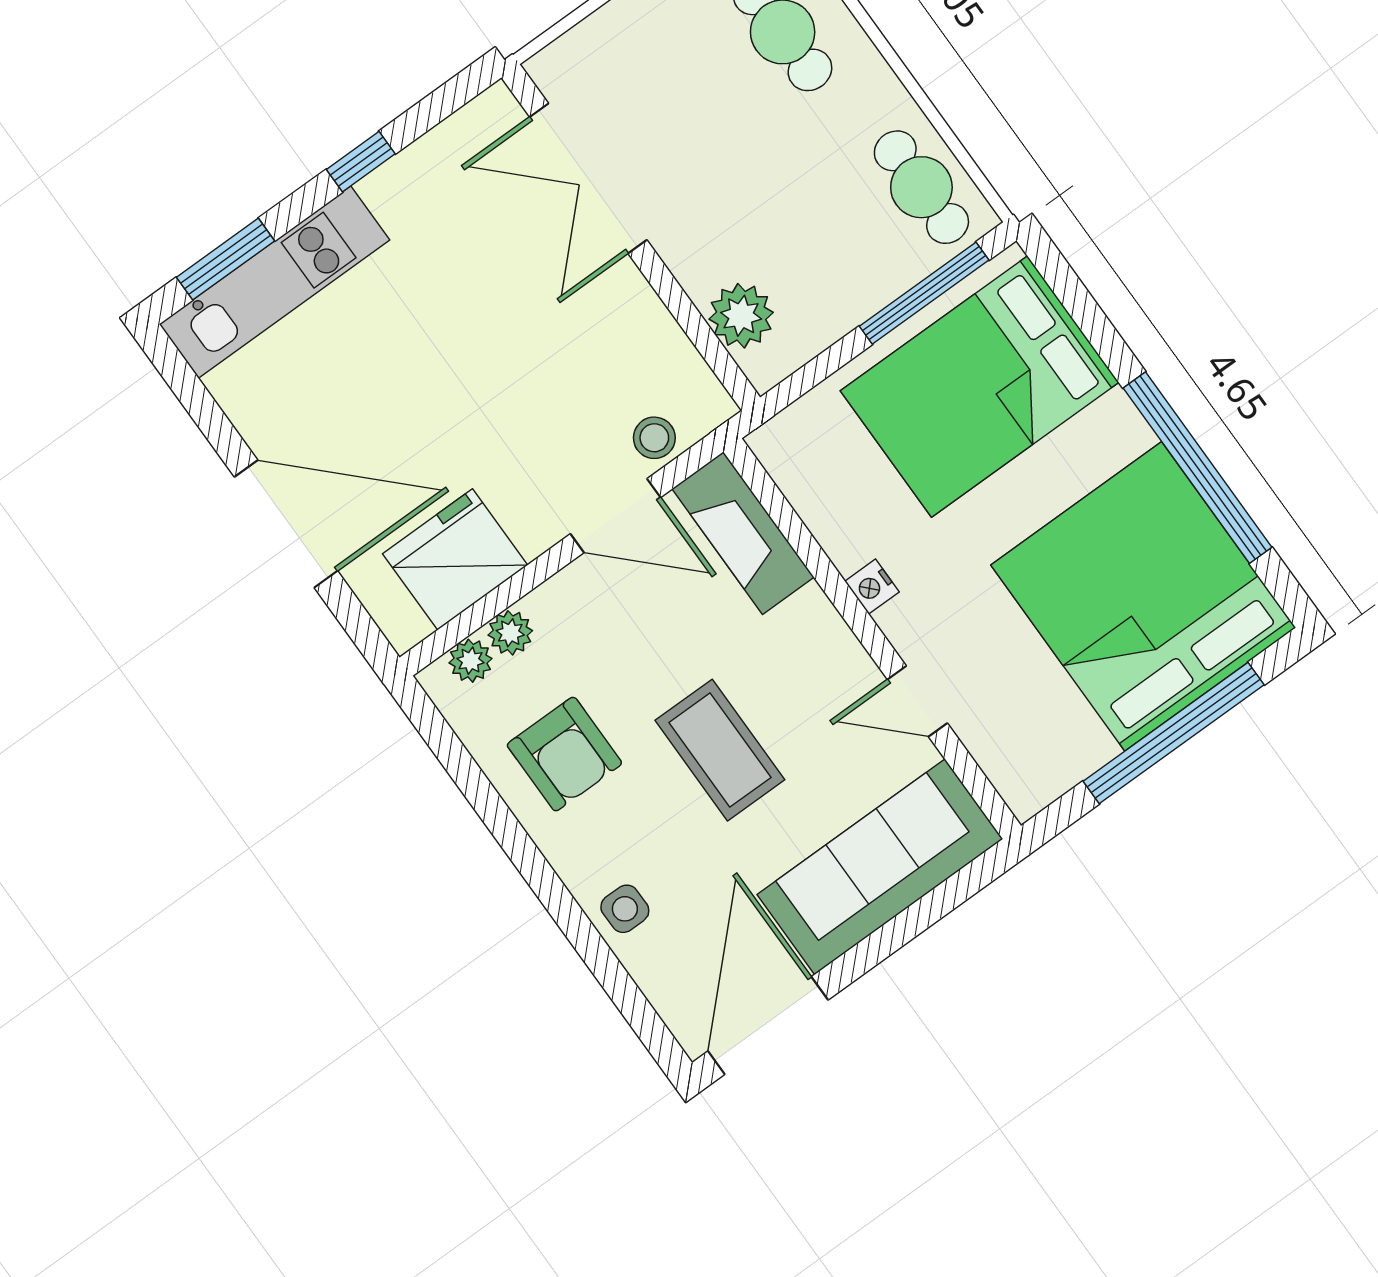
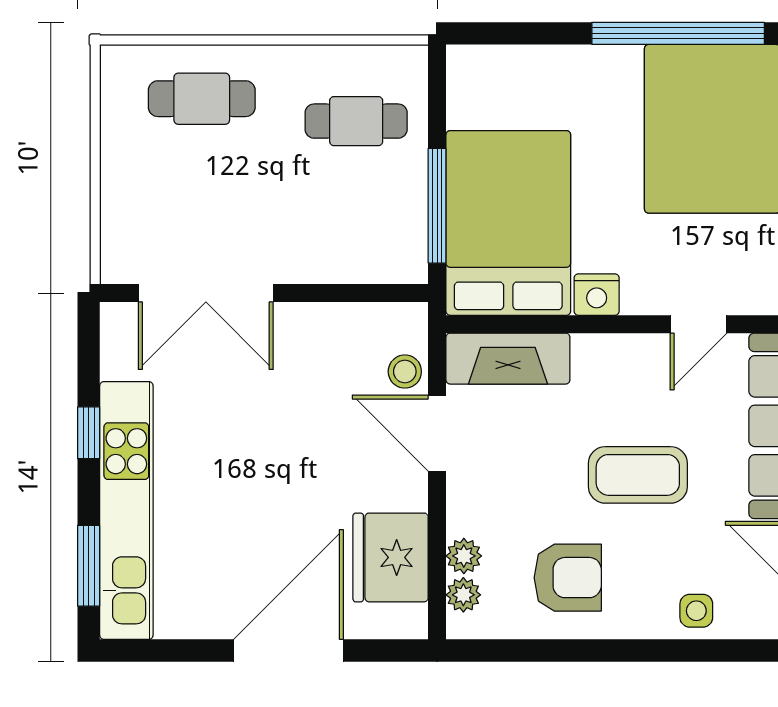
cafe table: (921, 187) -> (356, 121), moved
kitchen unit: (275, 282) -> (126, 510), width x1.36
window: (924, 293) -> (437, 206), moved
plant: (741, 316) -> (366, 258), removed
bed: (980, 387) -> (508, 223), moved, turned 180
door: (615, 516) -> (437, 433), swing flipped
nightstand: (872, 587) -> (597, 295), width x1.39, depth x1.35

